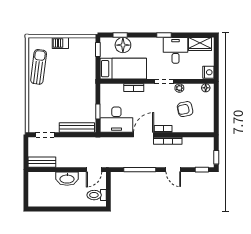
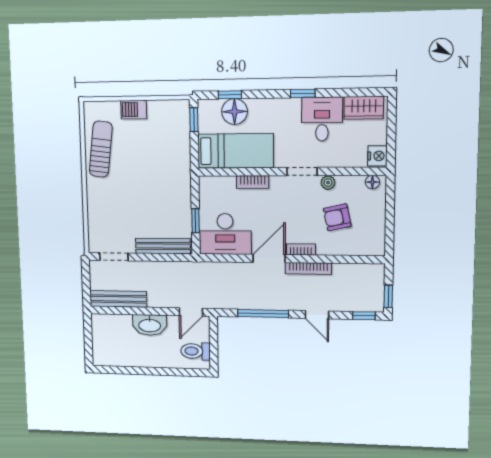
bench: (42, 162) -> (118, 299), width x1.36

